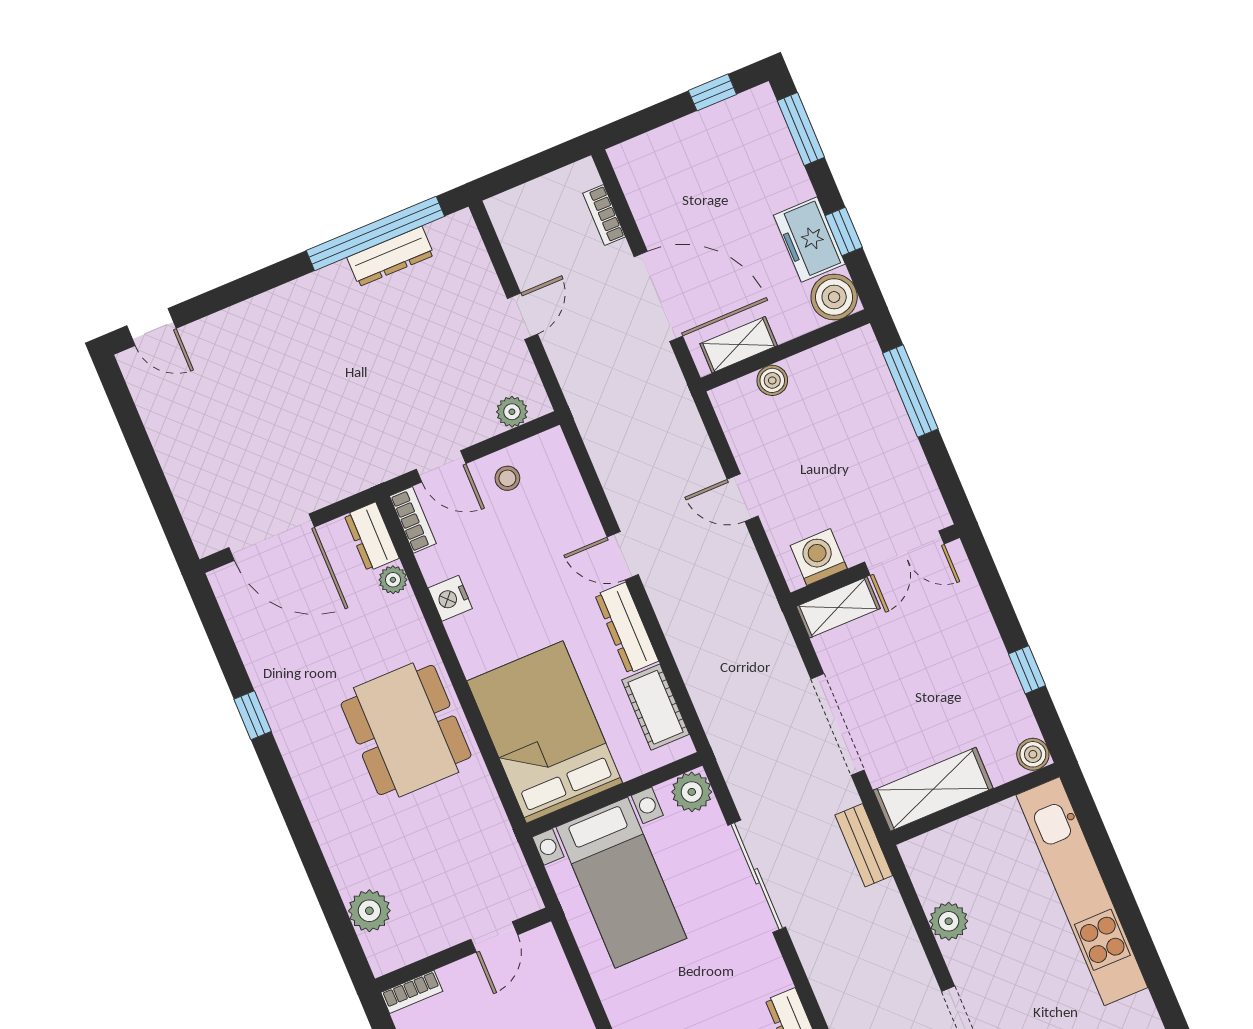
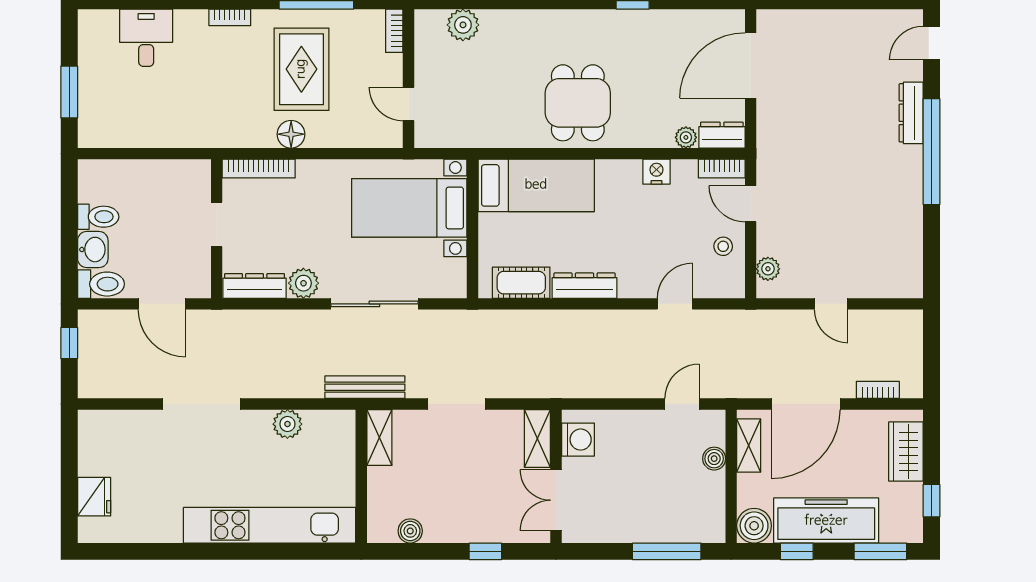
wardrobe: (665, 149) -> (906, 452), added
window: (375, 233) -> (931, 152), moved
freezer: (809, 240) -> (826, 521), width x1.91, depth x1.26
dresser: (391, 256) -> (911, 113), moved
door: (441, 466) -> (751, 204), hinge flipped
door: (743, 498) -> (682, 404), moved
door: (623, 556) -> (675, 304), moved
window: (1027, 670) -> (485, 551), moved
doorway: (838, 724) -> (456, 404), width x0.73
dining table: (406, 730) -> (578, 103), width x0.73
bed: (545, 732) -> (536, 185), width x0.67
boiler: (1033, 754) -> (410, 531), moved
shelving: (933, 789) -> (379, 438), width x0.67, depth x0.75
plant: (692, 792) -> (303, 283), moved
bench: (864, 845) -> (365, 387), width x1.36

